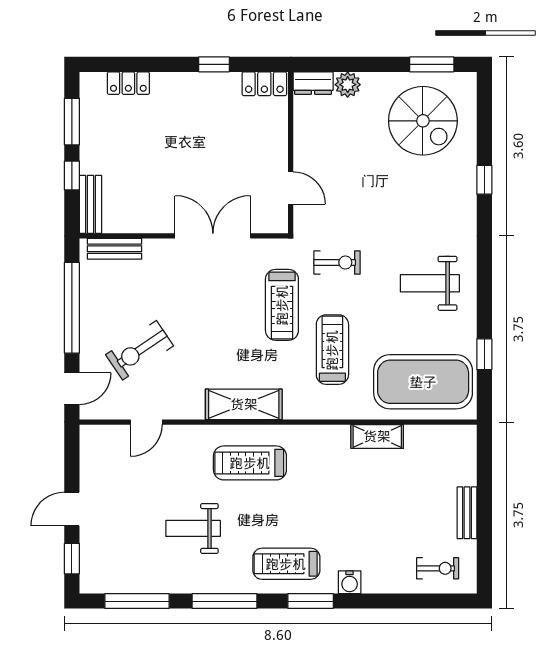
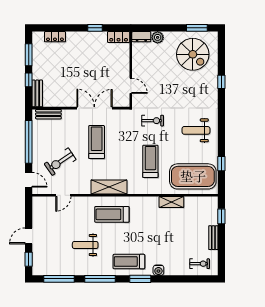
treadmill: (282, 305) -> (97, 142), moved, turned 180
door: (72, 389) -> (29, 180), hinge flipped
window: (484, 467) -> (221, 216), added

